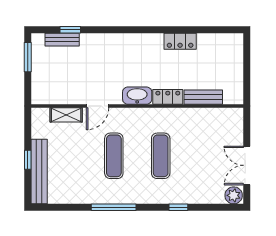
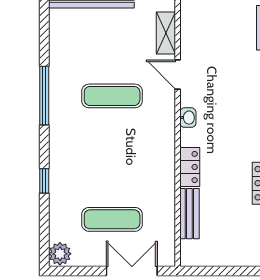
washbasin: (137, 96) -> (188, 118), width x0.52, depth x0.69
exercise mat: (161, 156) -> (112, 219), moved
double door: (247, 165) -> (132, 271), moved

